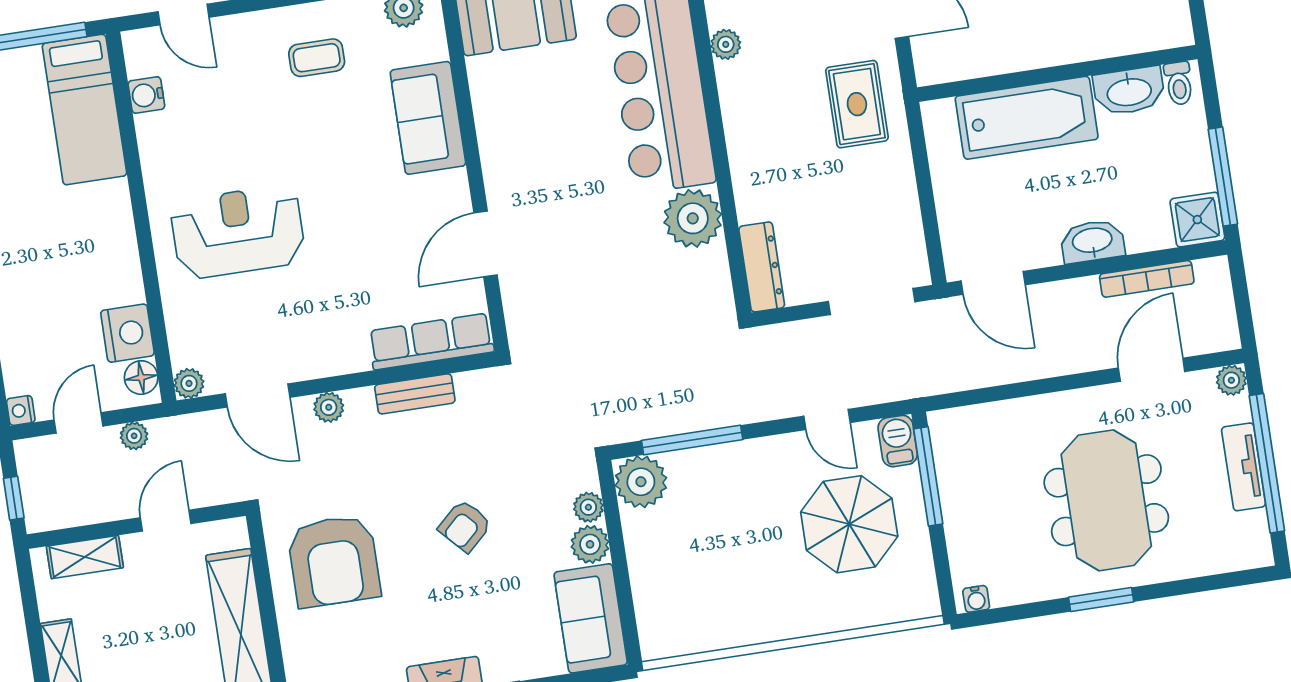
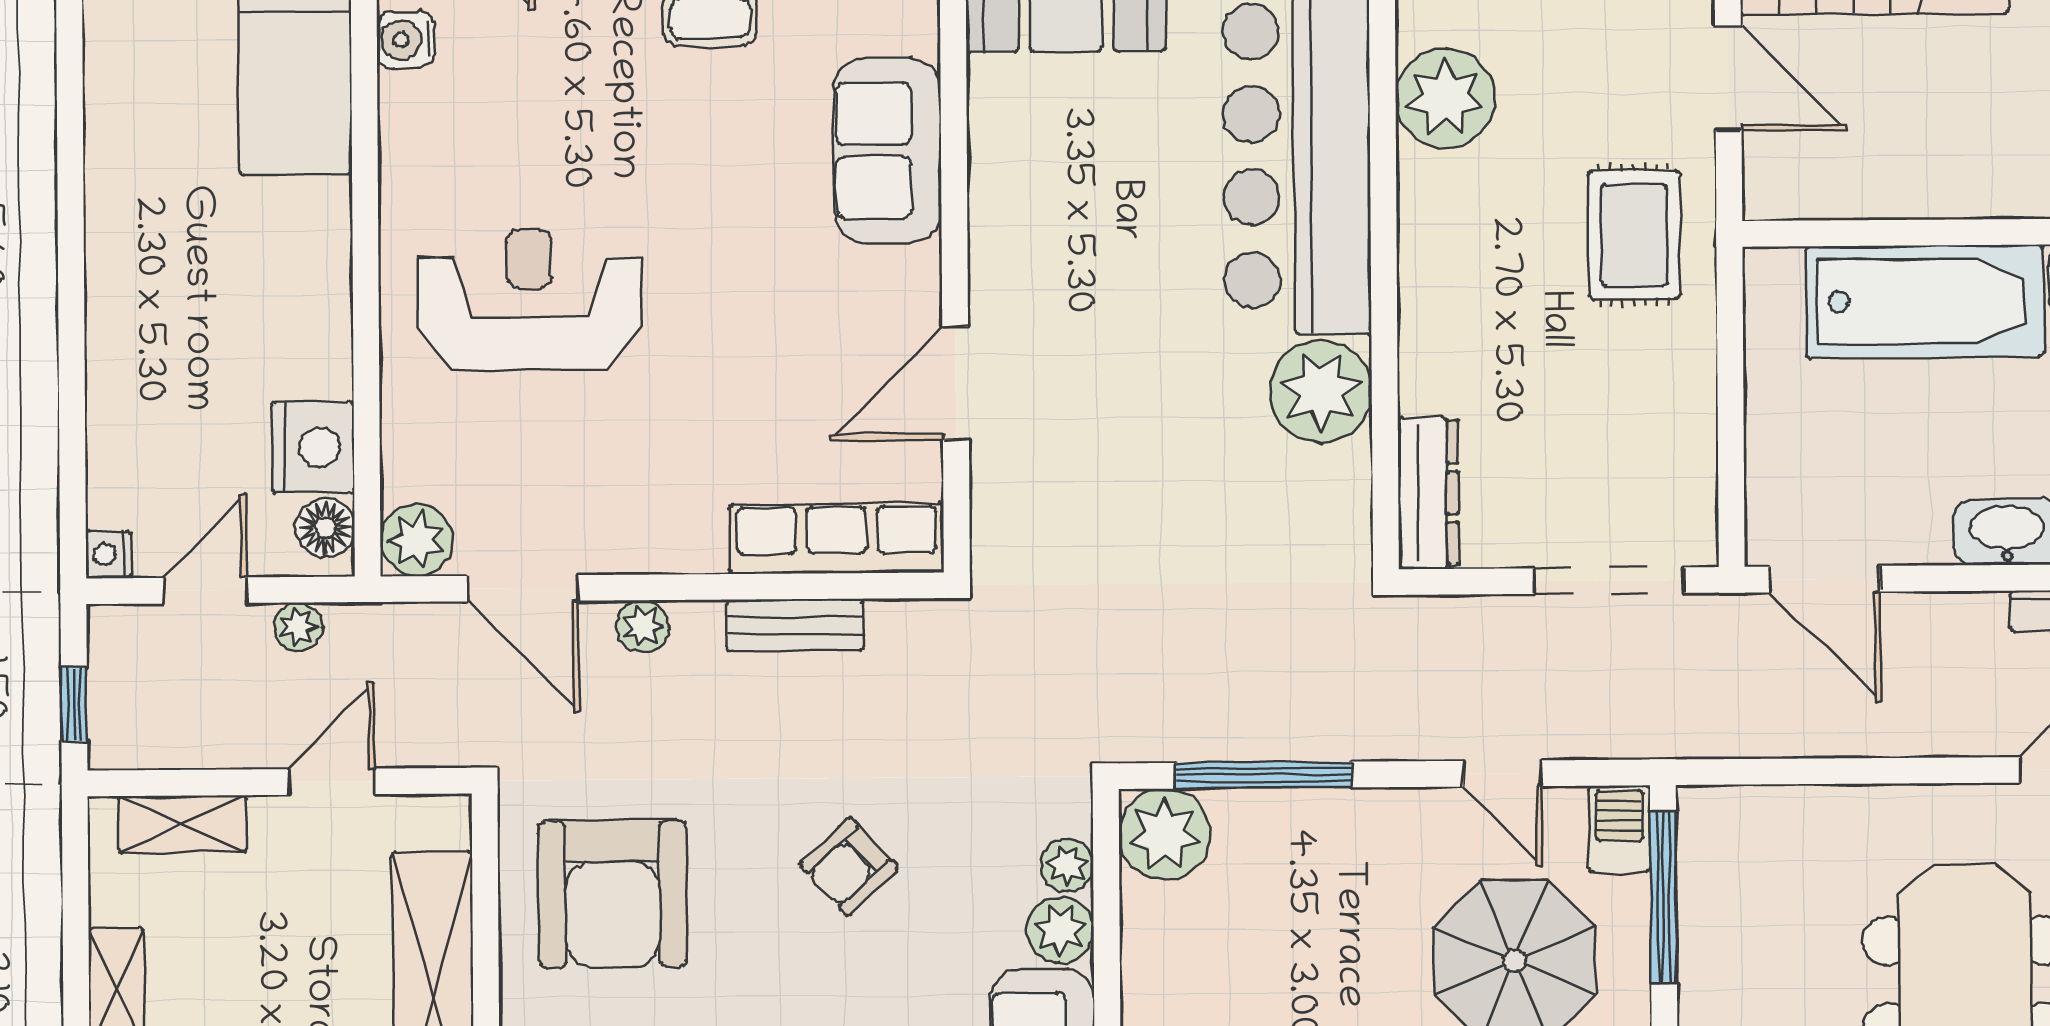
plant: (726, 44) -> (1445, 98), width x1.87, depth x1.87
plant: (189, 383) -> (416, 540), width x1.38, depth x1.38

